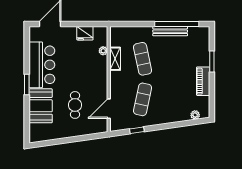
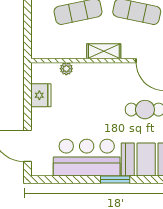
shelving: (115, 59) -> (104, 51), moved

